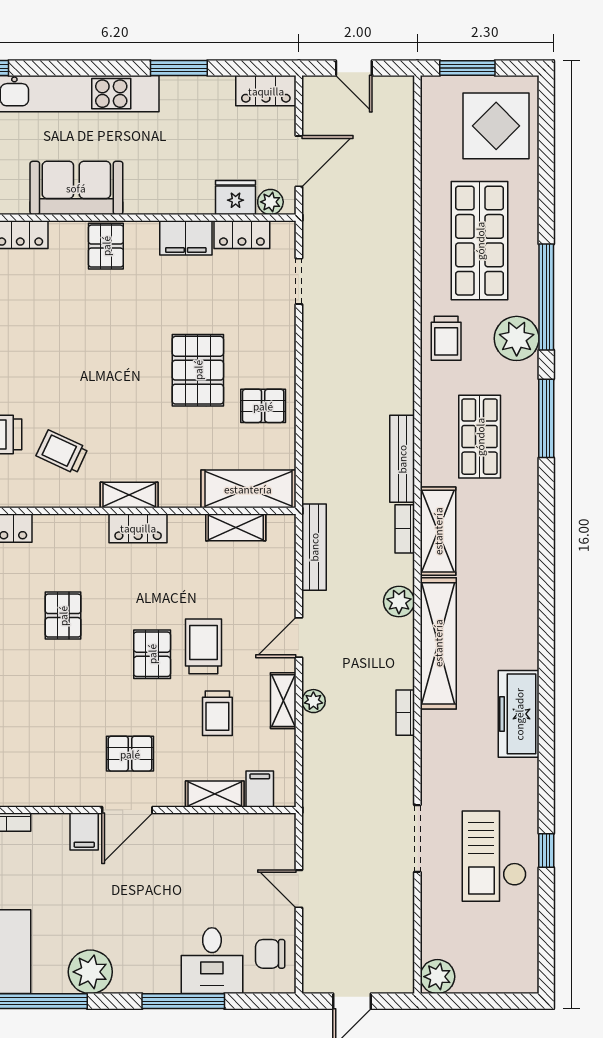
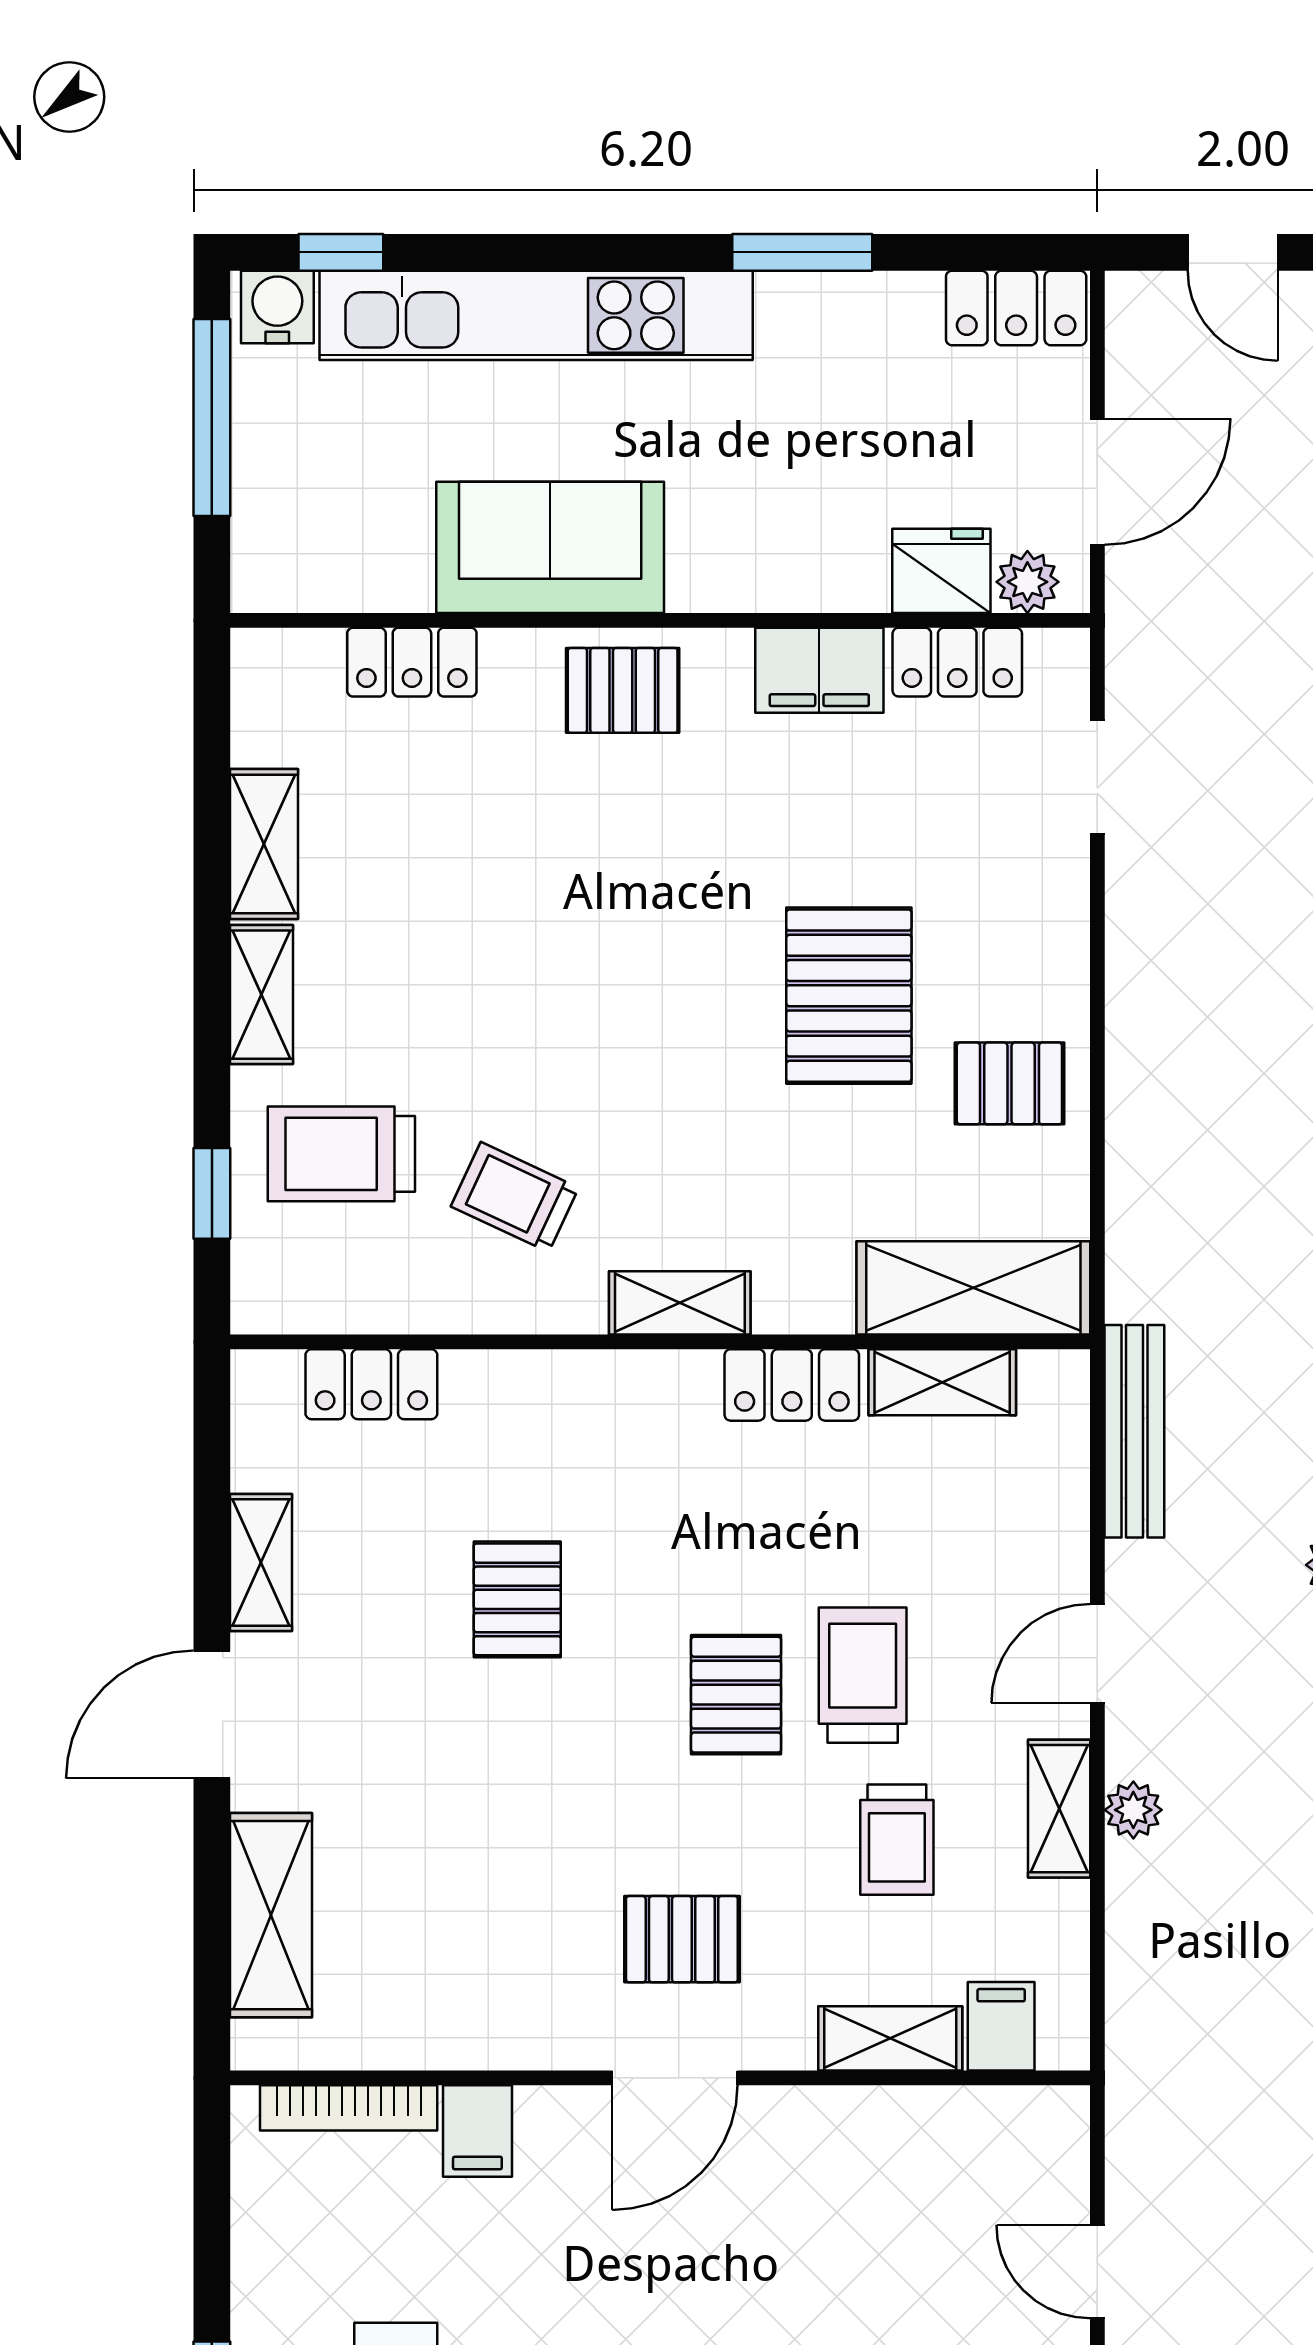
pallet: (106, 246) -> (623, 690), turned 90
locker: (138, 528) -> (792, 1385), moved
filing cabinet: (84, 832) -> (477, 2131), moved

